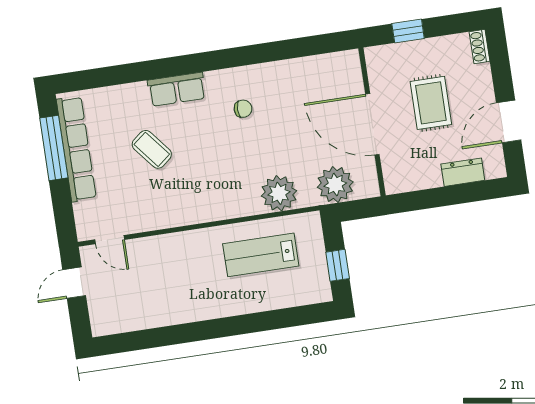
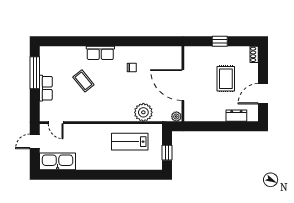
wall: (372, 122) -> (183, 84), moved
door: (372, 124) -> (183, 85), moved
row of seats: (76, 149) -> (46, 88), width x0.50
plant: (335, 185) -> (176, 116), width x0.53, depth x0.53
kitchen sink: (125, 315) -> (58, 161), added

